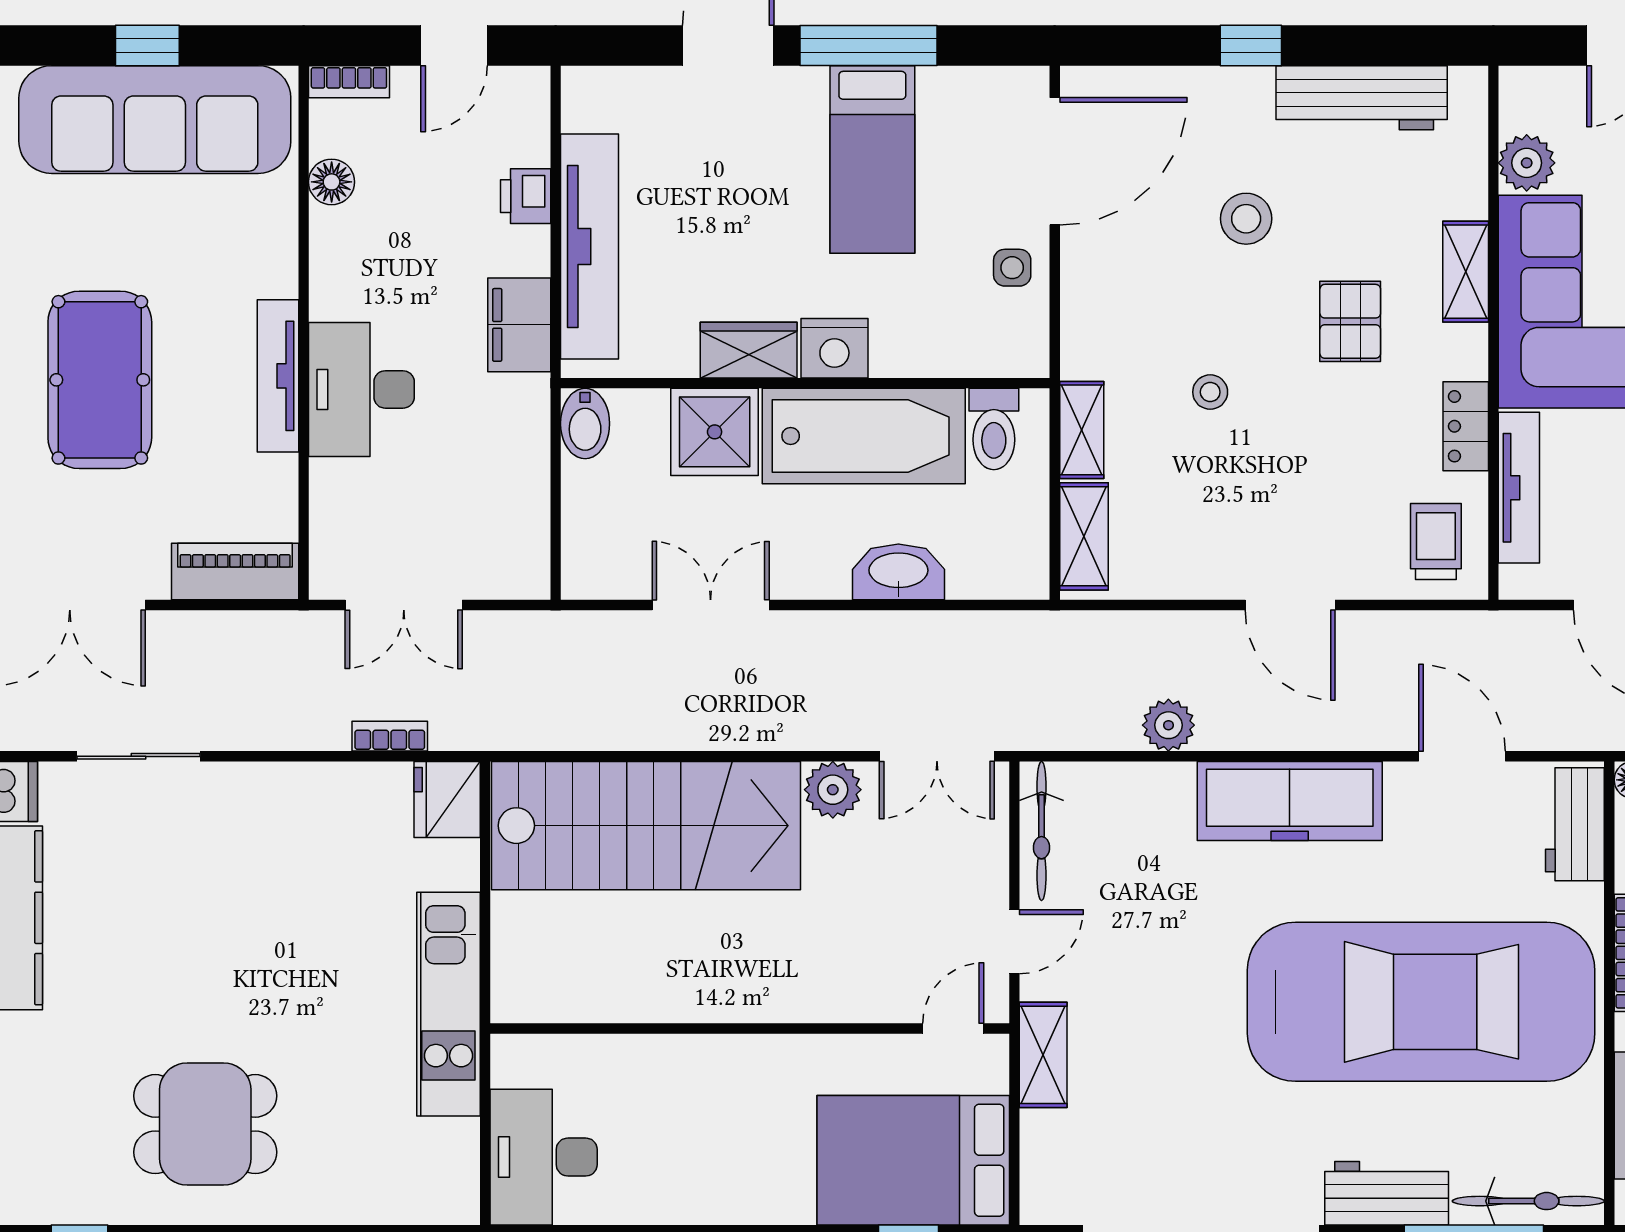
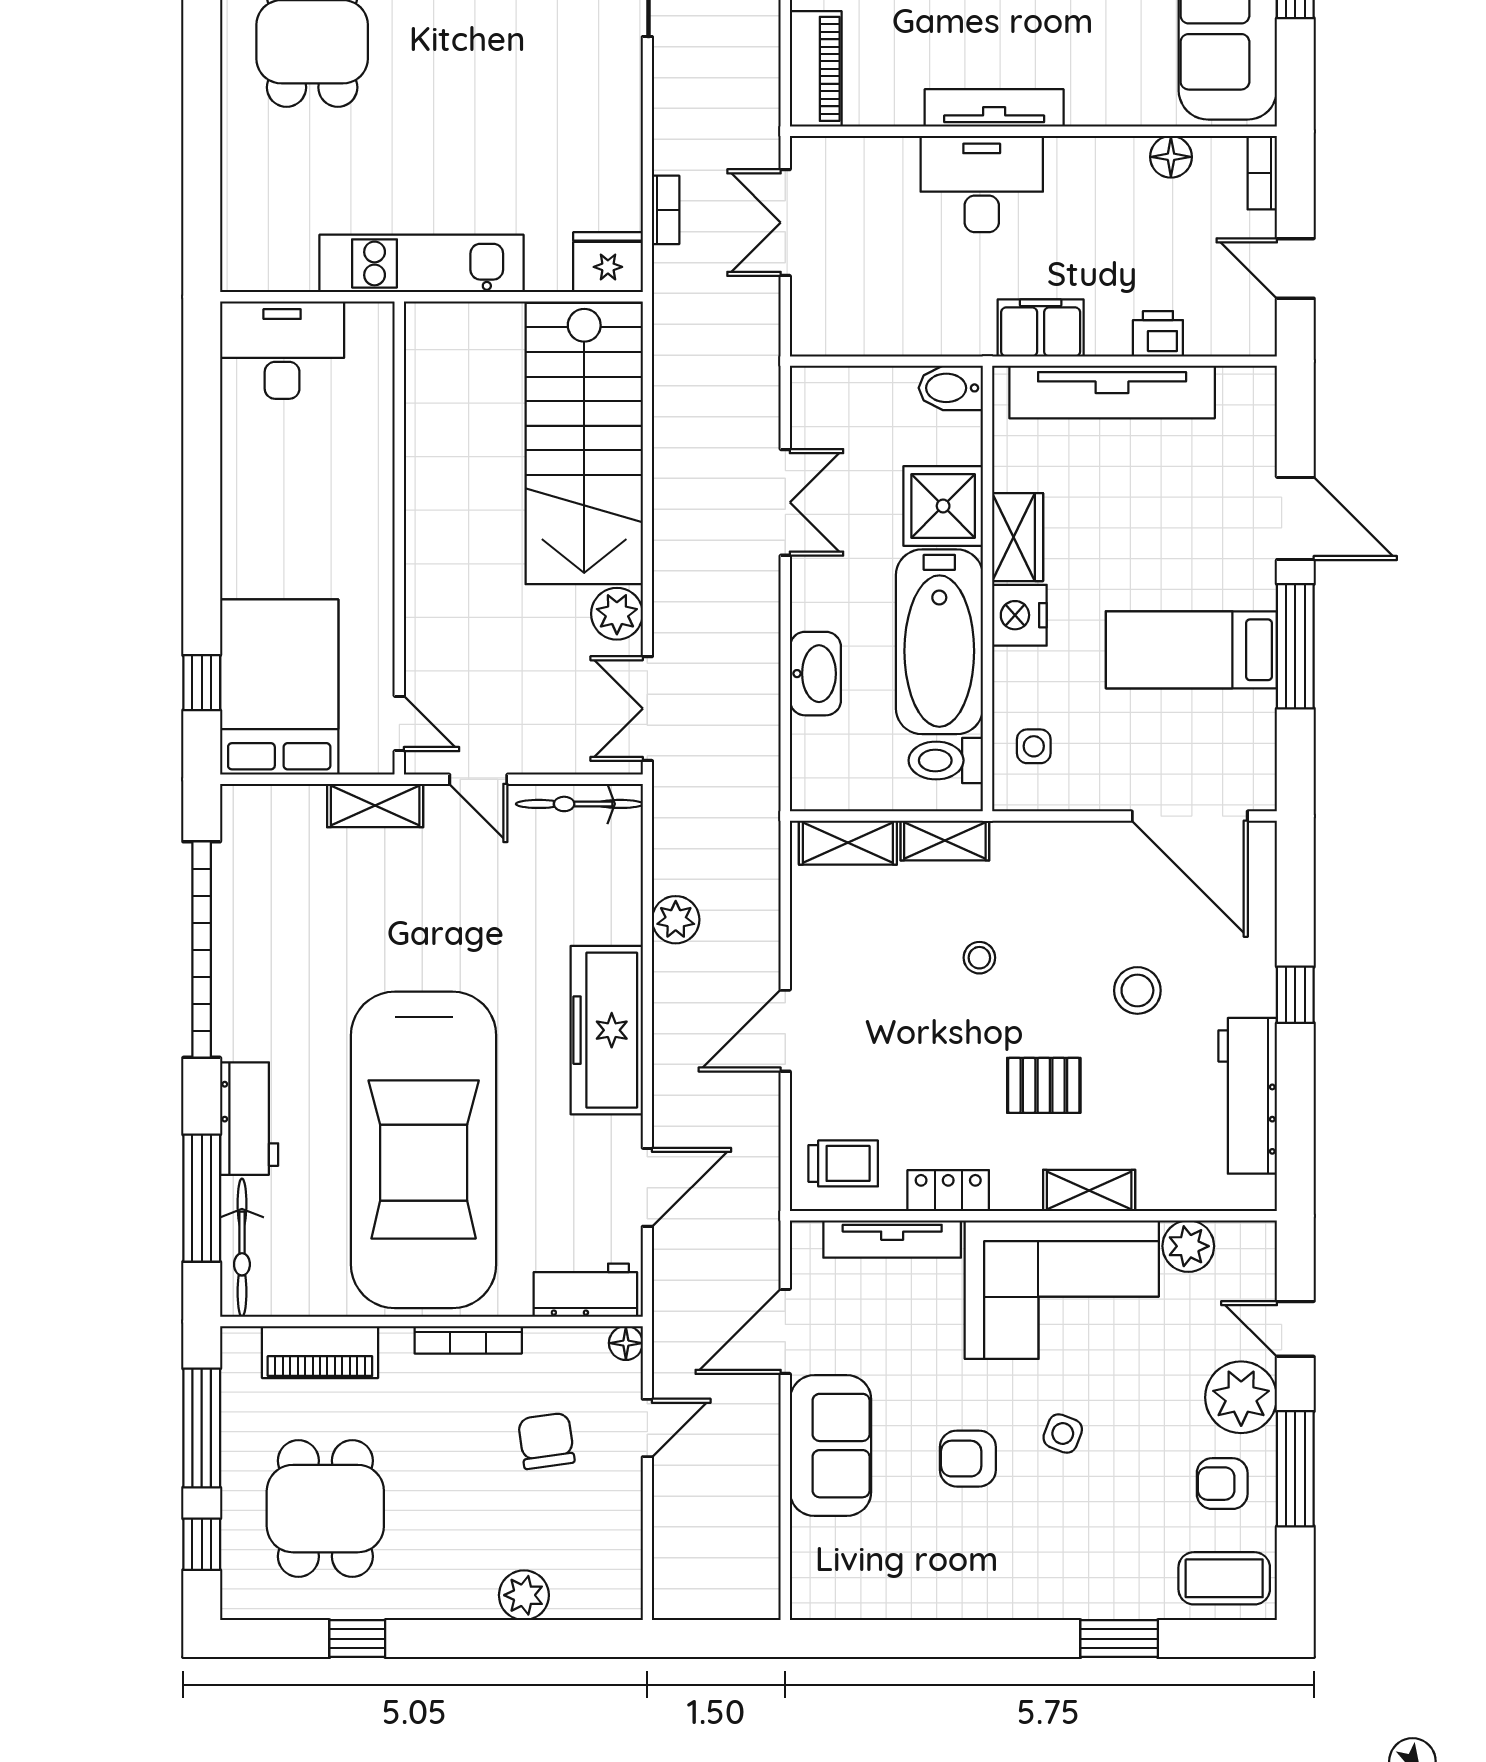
side table: (1012, 268) -> (1034, 746), moved

